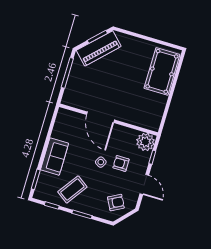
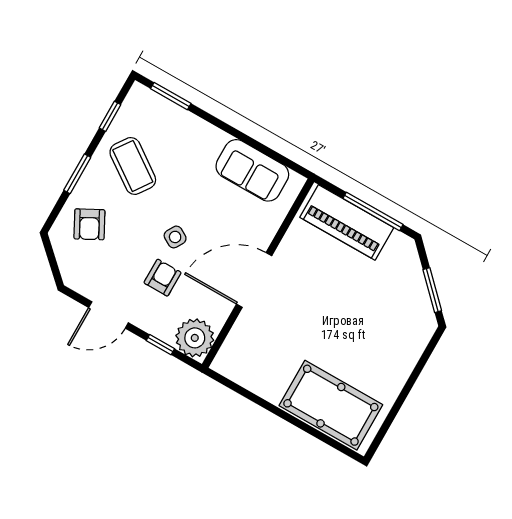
piano: (99, 48) -> (347, 222), moved, turned -45
door: (101, 117) -> (254, 280), moved
sofa: (55, 157) -> (252, 170), moved
armchair: (116, 203) -> (89, 224), moved

